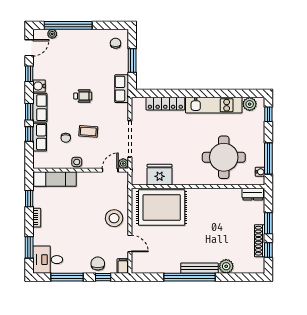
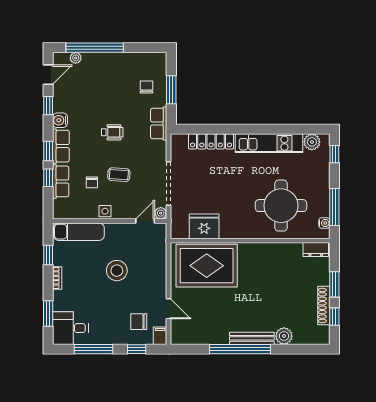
chair: (116, 43) -> (147, 87), moved
stool: (114, 218) -> (117, 271), moved
chair: (98, 263) -> (139, 322), moved, turned -90

